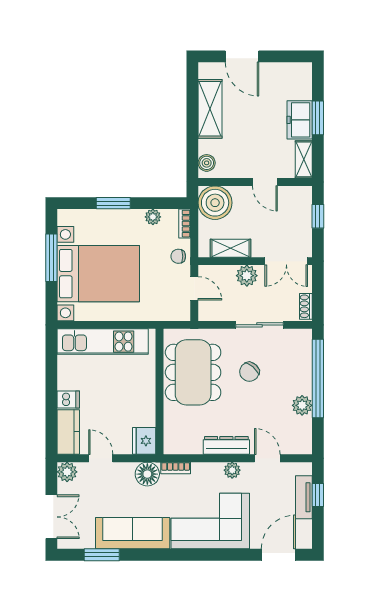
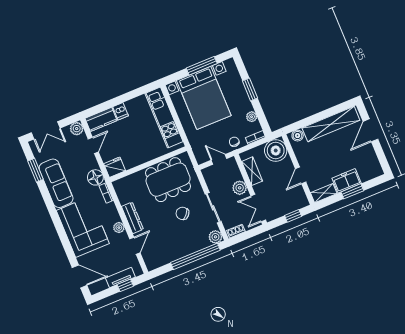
shelving: (210, 109) -> (331, 124), width x1.47
door: (194, 288) -> (219, 159), swing flipped
plant: (302, 405) -> (215, 237), moved

